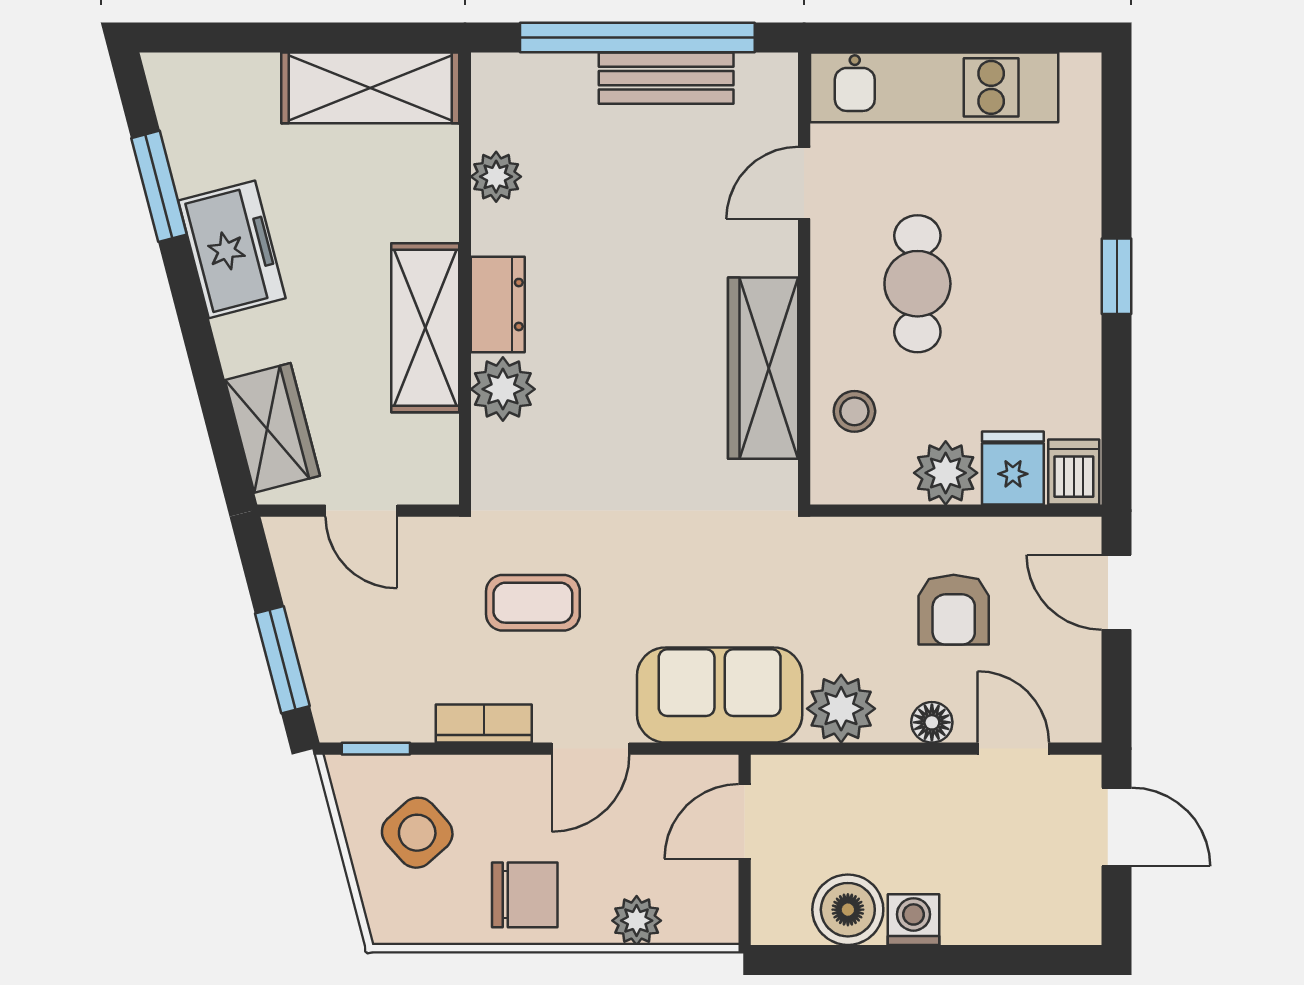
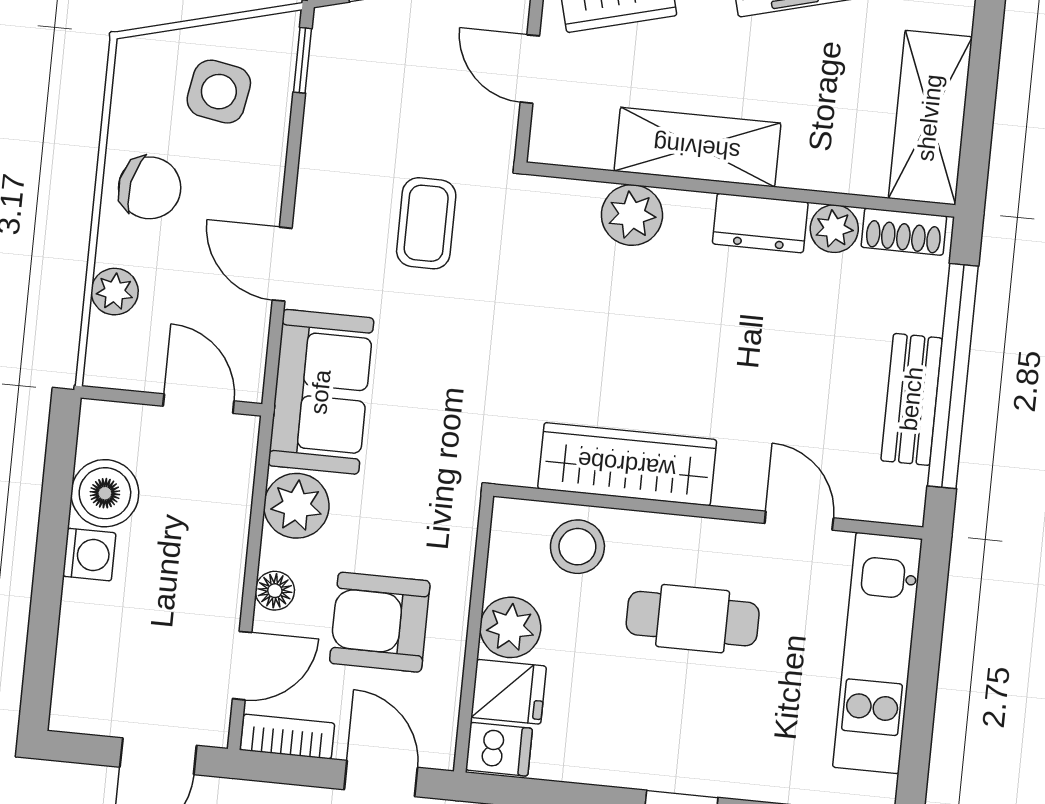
shoe rack: (492, 104) -> (904, 232), added
dresser: (498, 305) -> (760, 223), moved
stool: (854, 411) -> (577, 547), width x1.37, depth x1.37
door: (361, 511) -> (530, 69), hinge flipped
door: (1117, 592) -> (381, 778), hinge flipped
armchair: (954, 610) -> (380, 622), width x1.38, depth x1.38
bookcase: (484, 724) -> (287, 737), moved, turned -90
side table: (417, 833) -> (219, 92), turned -38
chair: (525, 895) -> (150, 188), turned -79

